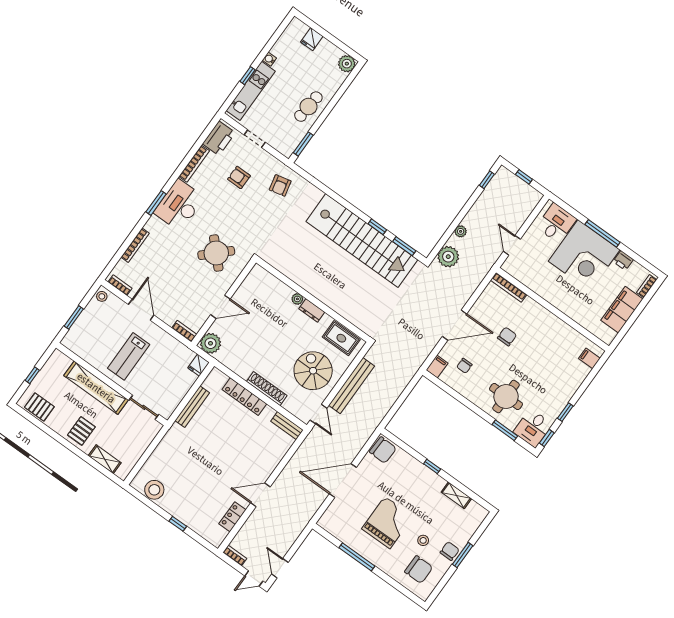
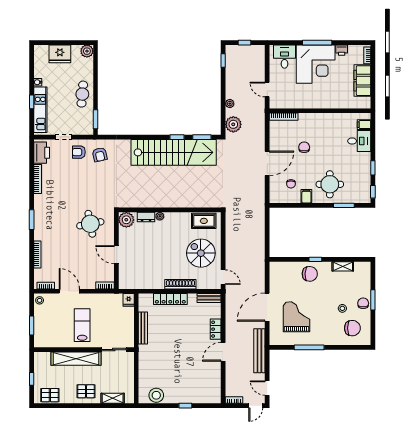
fridge: (312, 39) -> (60, 54), width x1.88, depth x1.34
armchair: (239, 177) -> (79, 152), moved
desk: (179, 205) -> (47, 211), removed
round table: (216, 253) -> (90, 224), turned 33
door: (220, 307) -> (116, 255), swing flipped
dresser: (312, 310) -> (146, 217), moved
plant: (211, 343) -> (126, 220), moved
lab bench: (129, 356) -> (82, 325), turned 180
filing cabinet: (437, 366) -> (306, 196), moved
bench: (351, 386) -> (259, 351), moved
desk: (533, 428) -> (359, 141), moved, turned -90
pallet: (81, 431) -> (86, 391), turned 90
chair: (383, 450) -> (310, 274), moved
locker: (232, 517) -> (216, 329), moved
grand piano: (387, 523) -> (297, 317), moved

